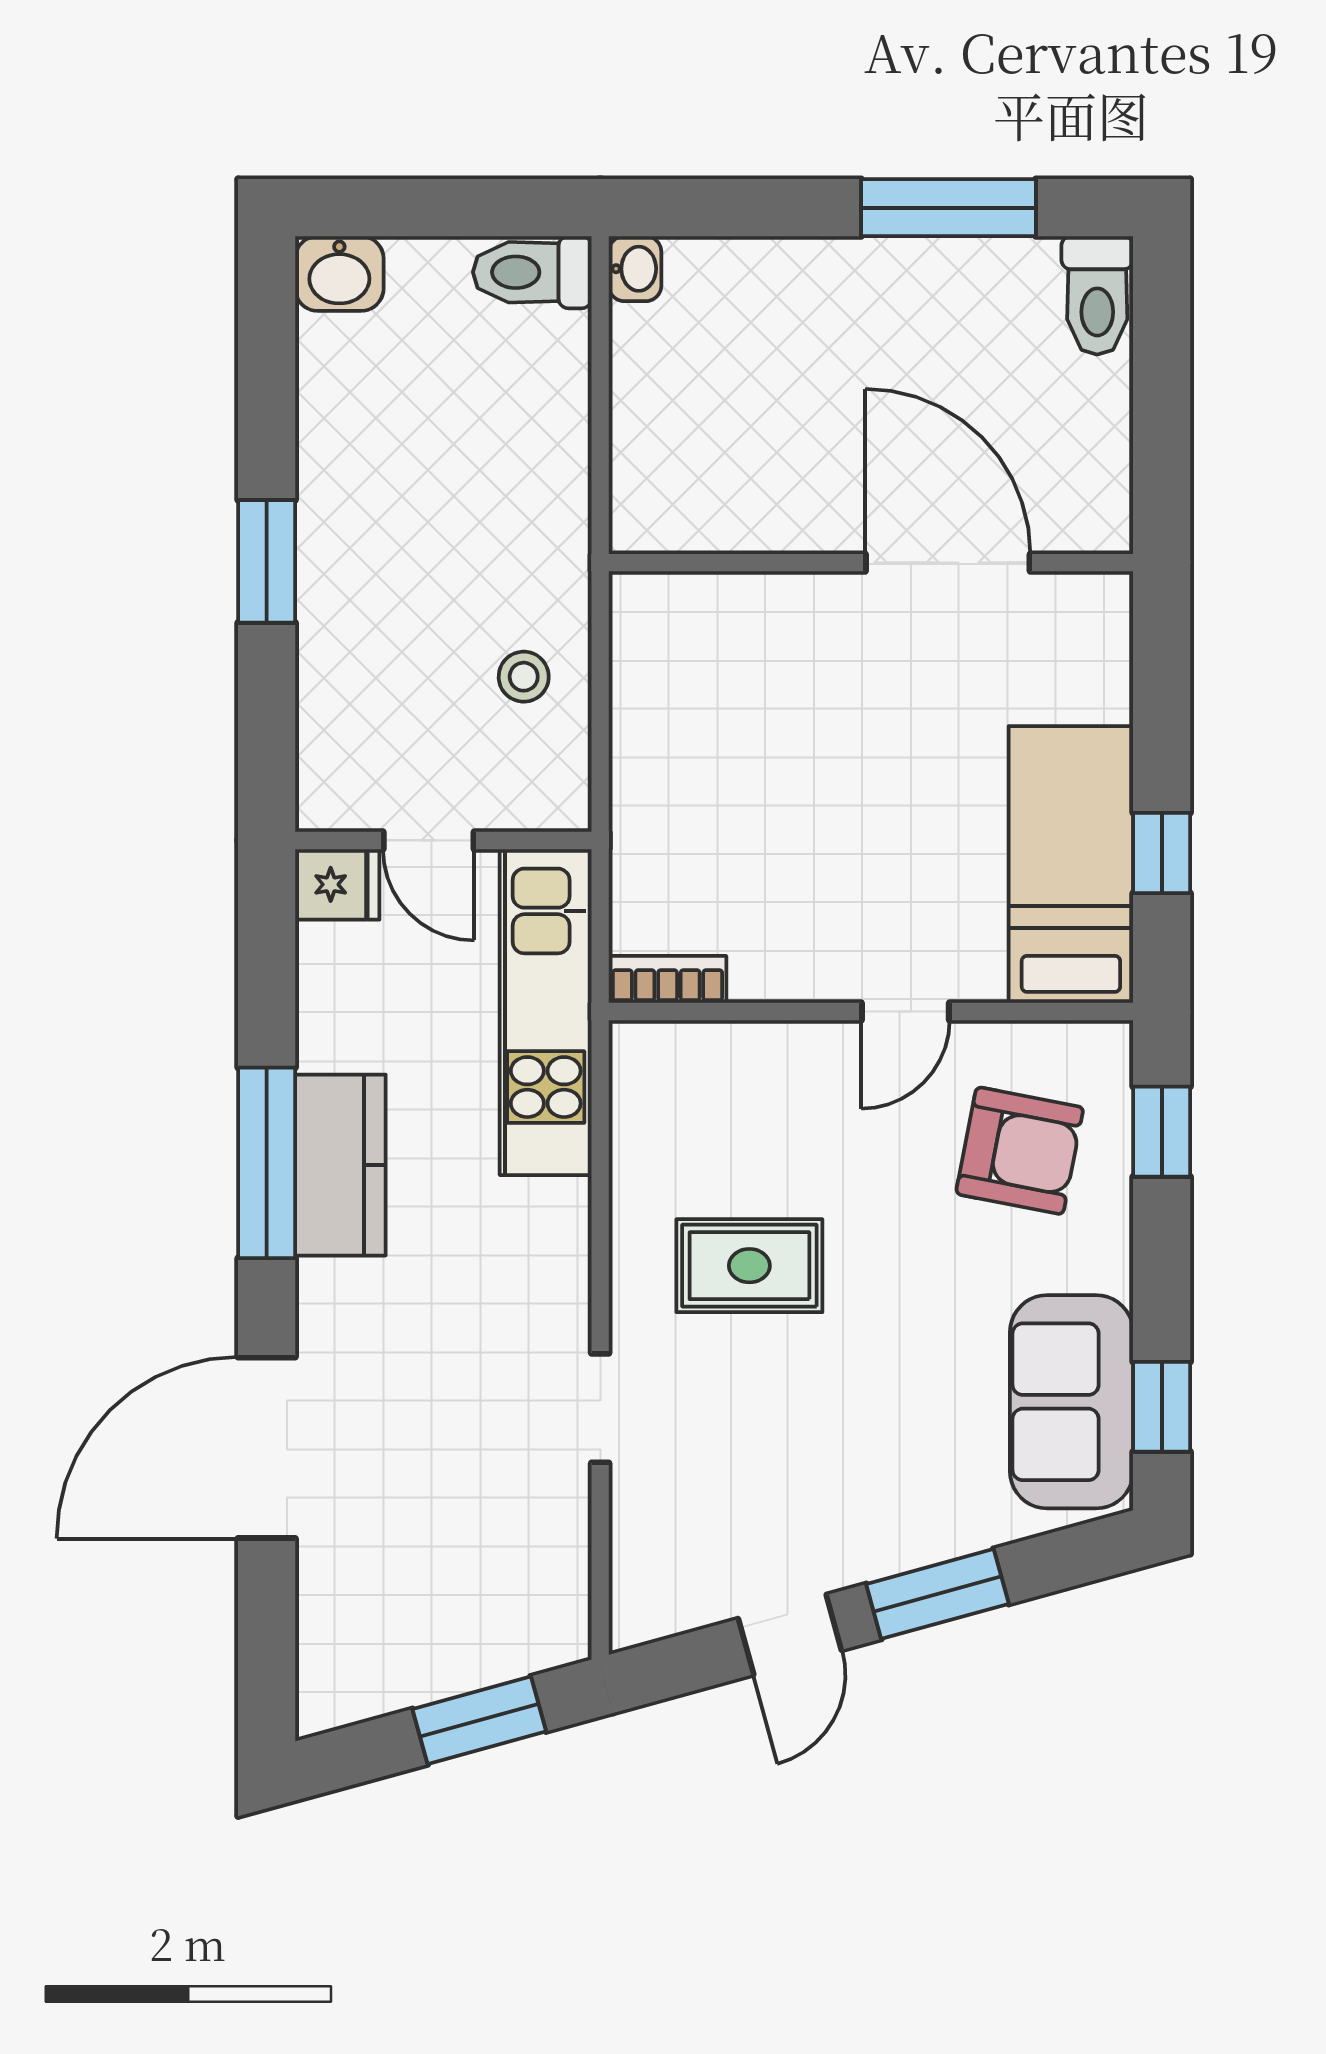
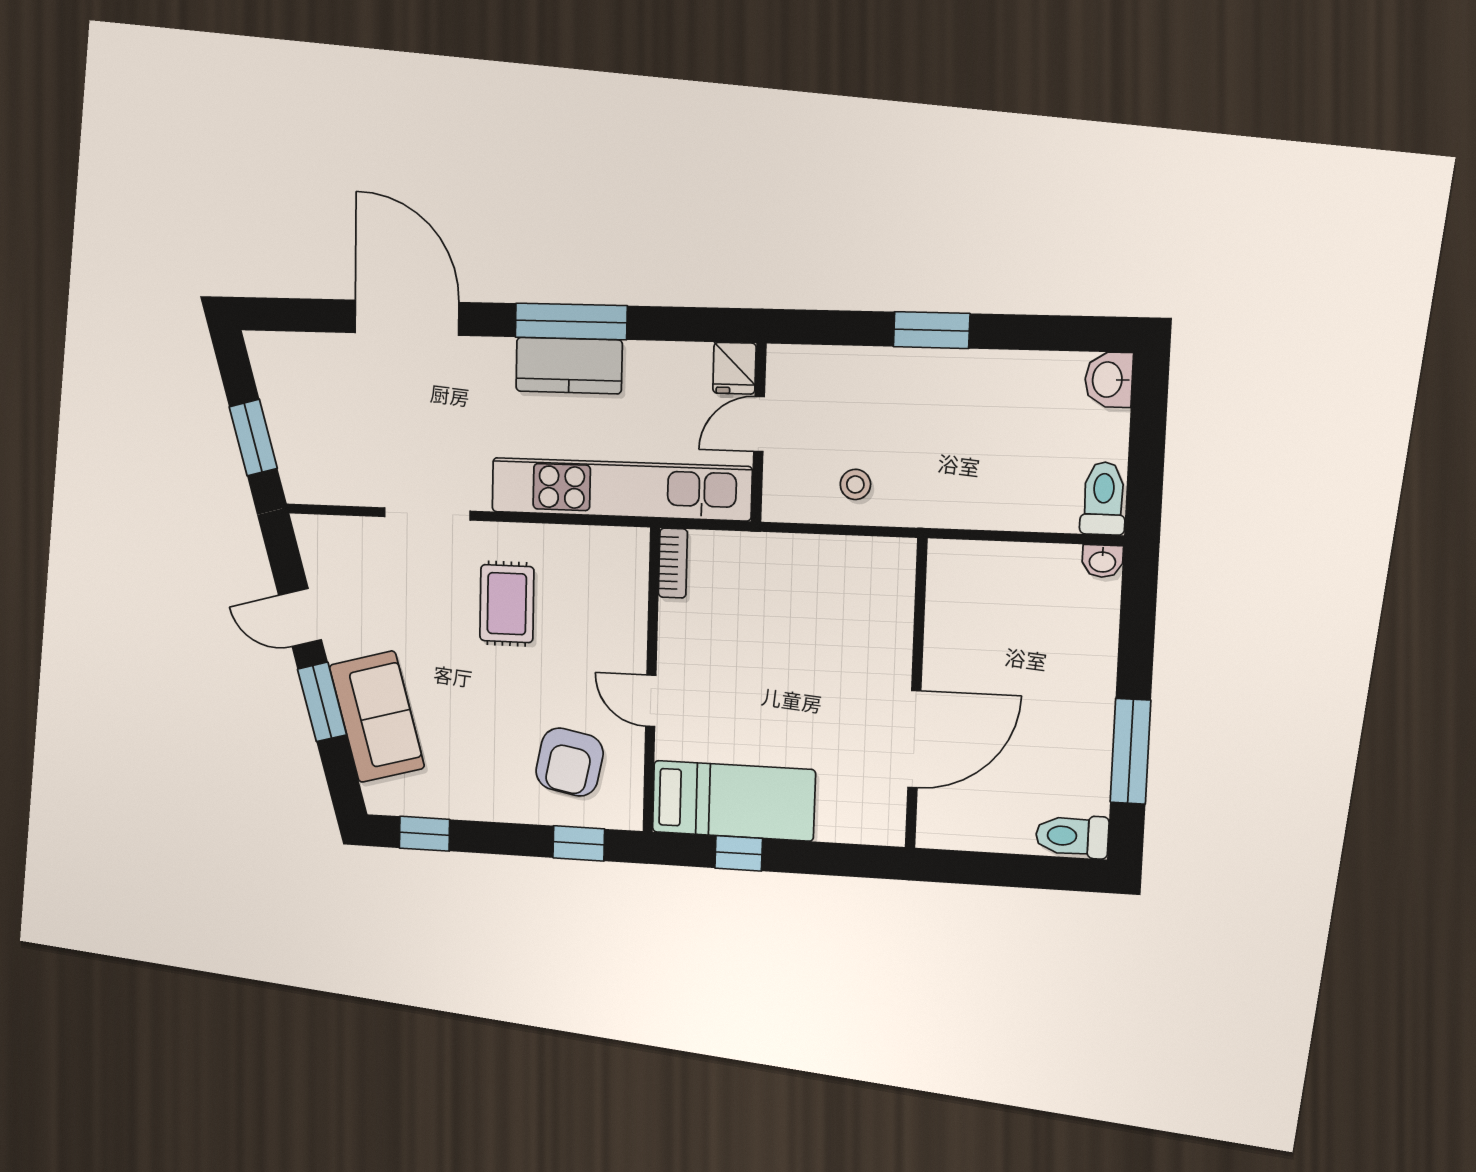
kitchen unit: (546, 1012) -> (621, 489), width x1.36
sofa: (1072, 1402) -> (377, 717), moved, turned 75
doorway: (600, 1408) -> (427, 514), width x1.38

